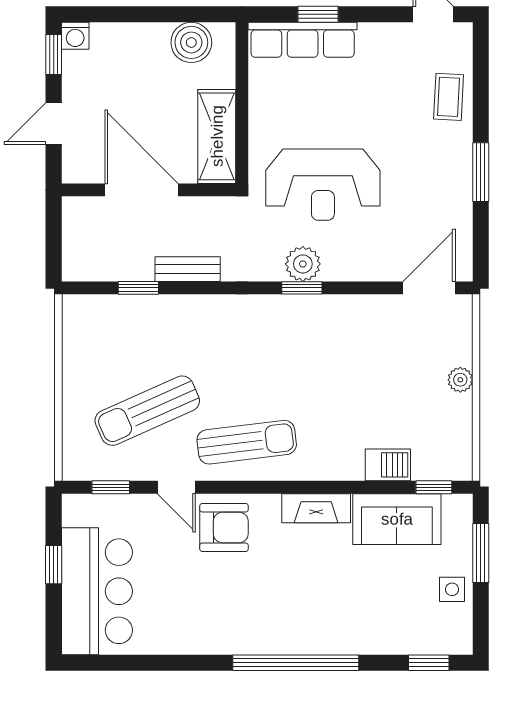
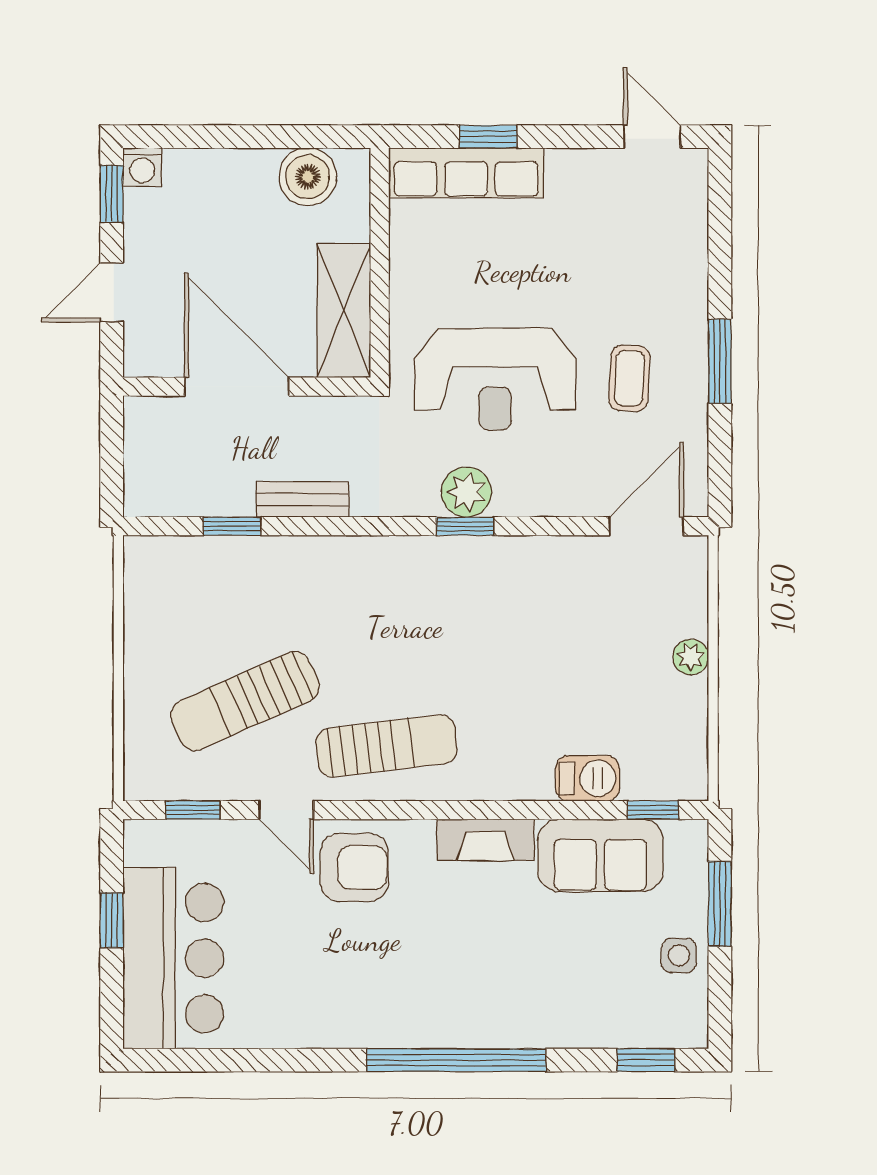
coffee table: (449, 97) -> (629, 378), moved

